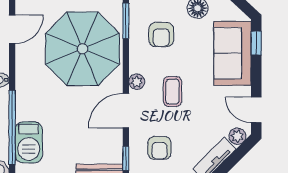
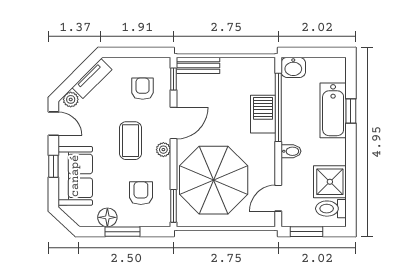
window: (256, 43) -> (53, 166), moved
coffee table: (172, 92) -> (131, 141), width x1.36, depth x1.30
barbecue: (29, 142) -> (263, 114), moved

